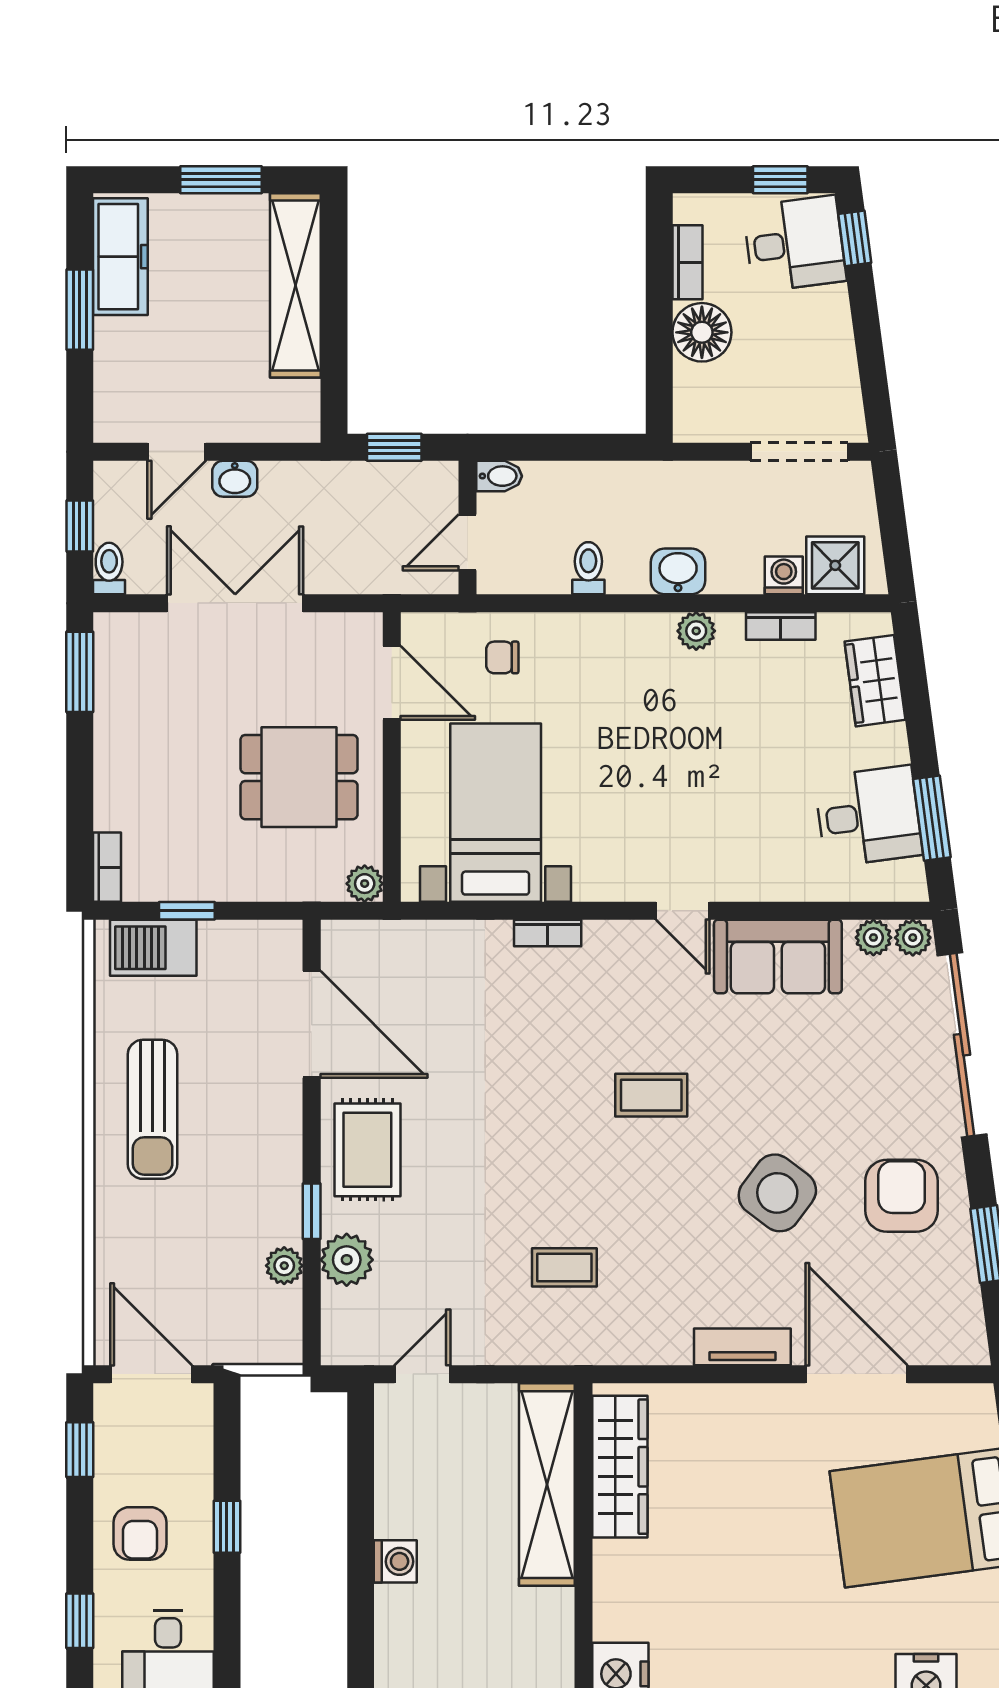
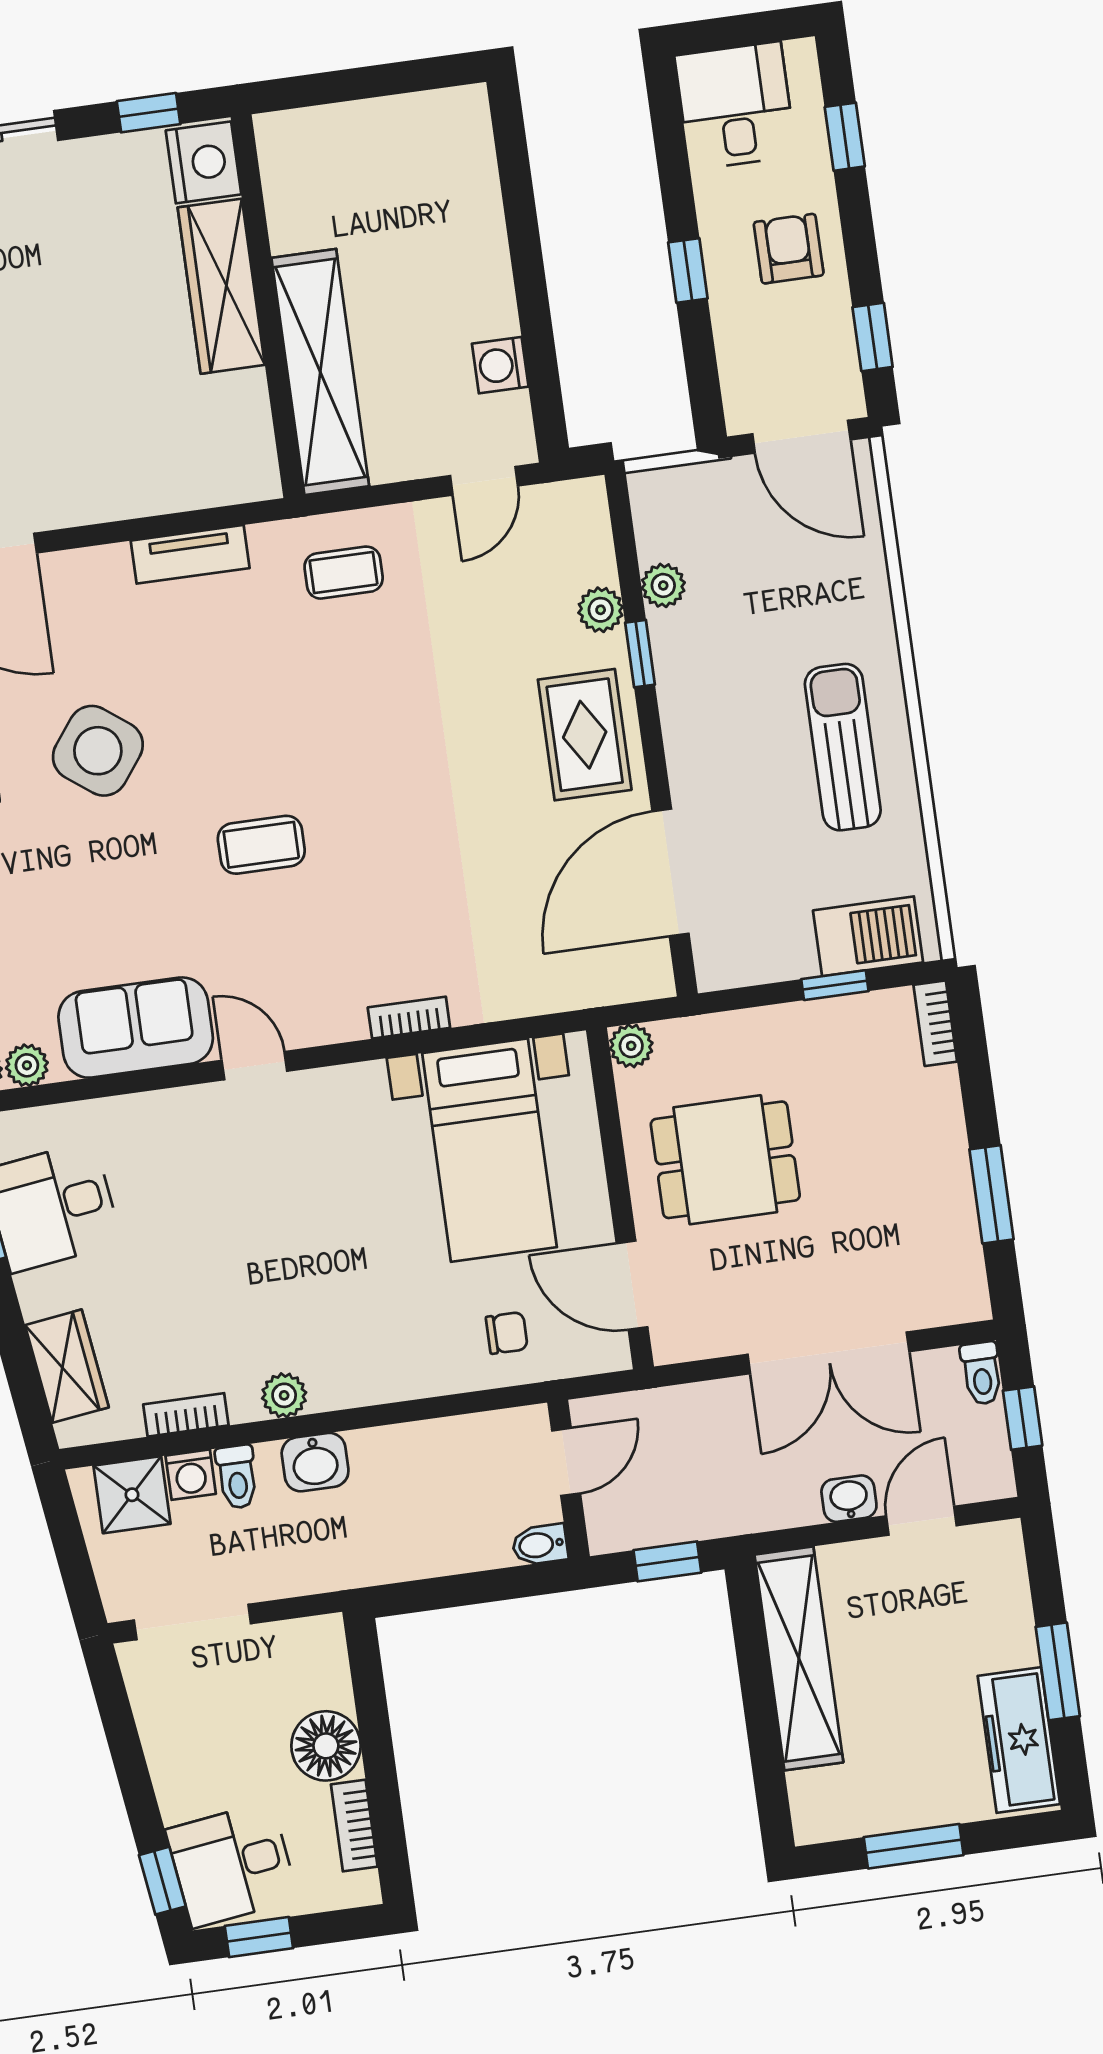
shelving: (295, 285) -> (799, 1658), moved
toilet: (588, 568) -> (237, 1477), moved
window: (80, 672) -> (992, 1194), moved
door: (312, 1024) -> (670, 872), hinge flipped
plant: (347, 1260) -> (601, 610), width x0.73, depth x0.73
coffee table: (564, 1267) -> (344, 573), moved
tv unit: (742, 1347) -> (190, 554), moved
wardrobe: (620, 1467) -> (221, 286), moved
washing machine: (395, 1561) -> (500, 365), moved

